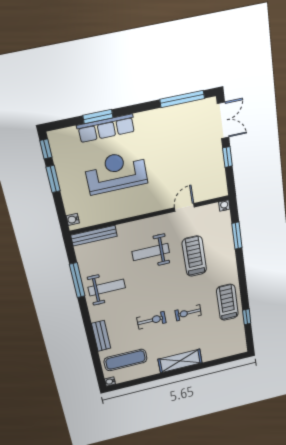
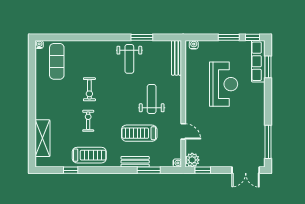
window: (98, 117) -> (268, 67), moved
row of seats: (106, 128) -> (258, 61), moved
window: (227, 157) -> (203, 170), moved
plant: (218, 189) -> (192, 160), added
treadmill: (194, 256) -> (139, 133), turned 180
window: (77, 280) -> (142, 37), width x0.69
bench: (101, 336) -> (135, 162), moved
shelving: (180, 361) -> (42, 138), moved

